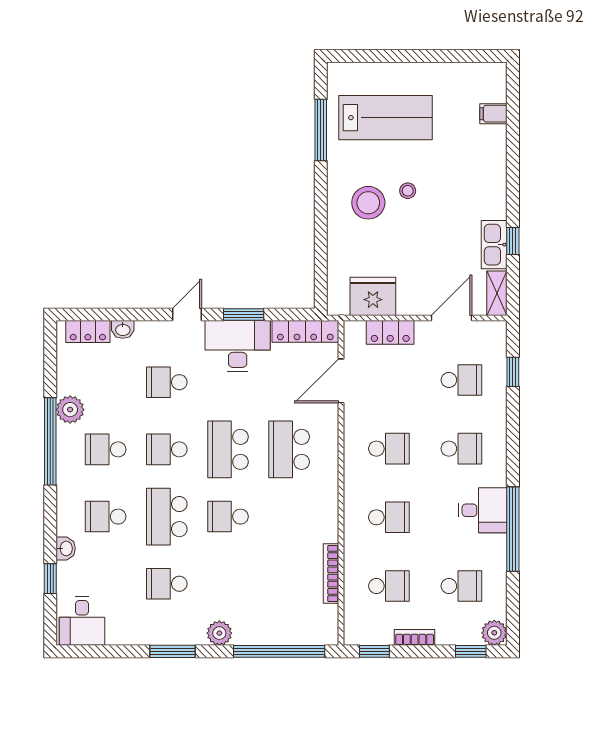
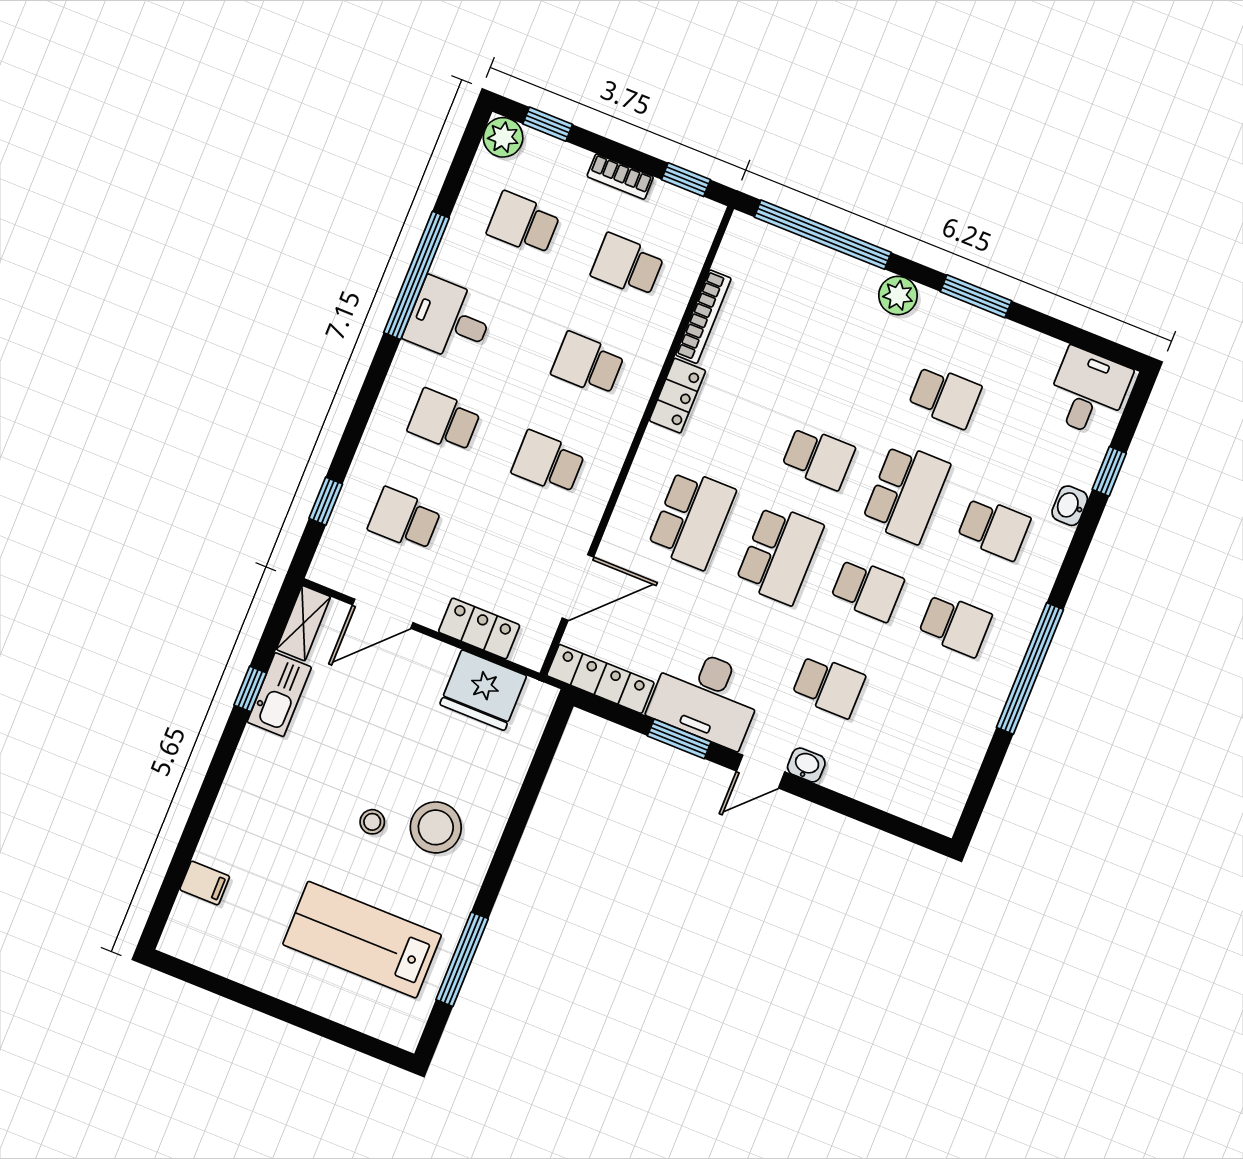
washbasin: (123, 329) -> (806, 765), moved
locker: (88, 332) -> (677, 396), moved, turned 90
plant: (70, 410) -> (983, 703), removed

